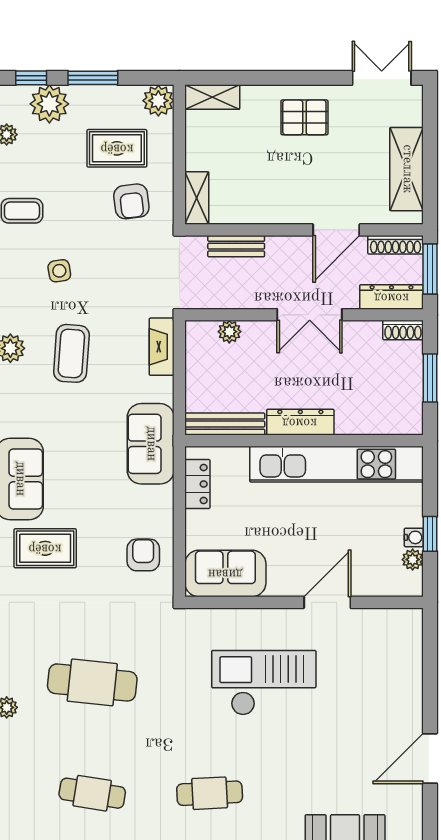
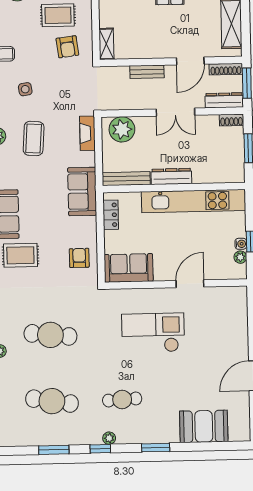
bench: (236, 246) -> (147, 72), moved
plant: (229, 332) -> (122, 129), width x1.88, depth x1.88
cafe table: (92, 793) -> (52, 401), width x1.37, depth x1.35

